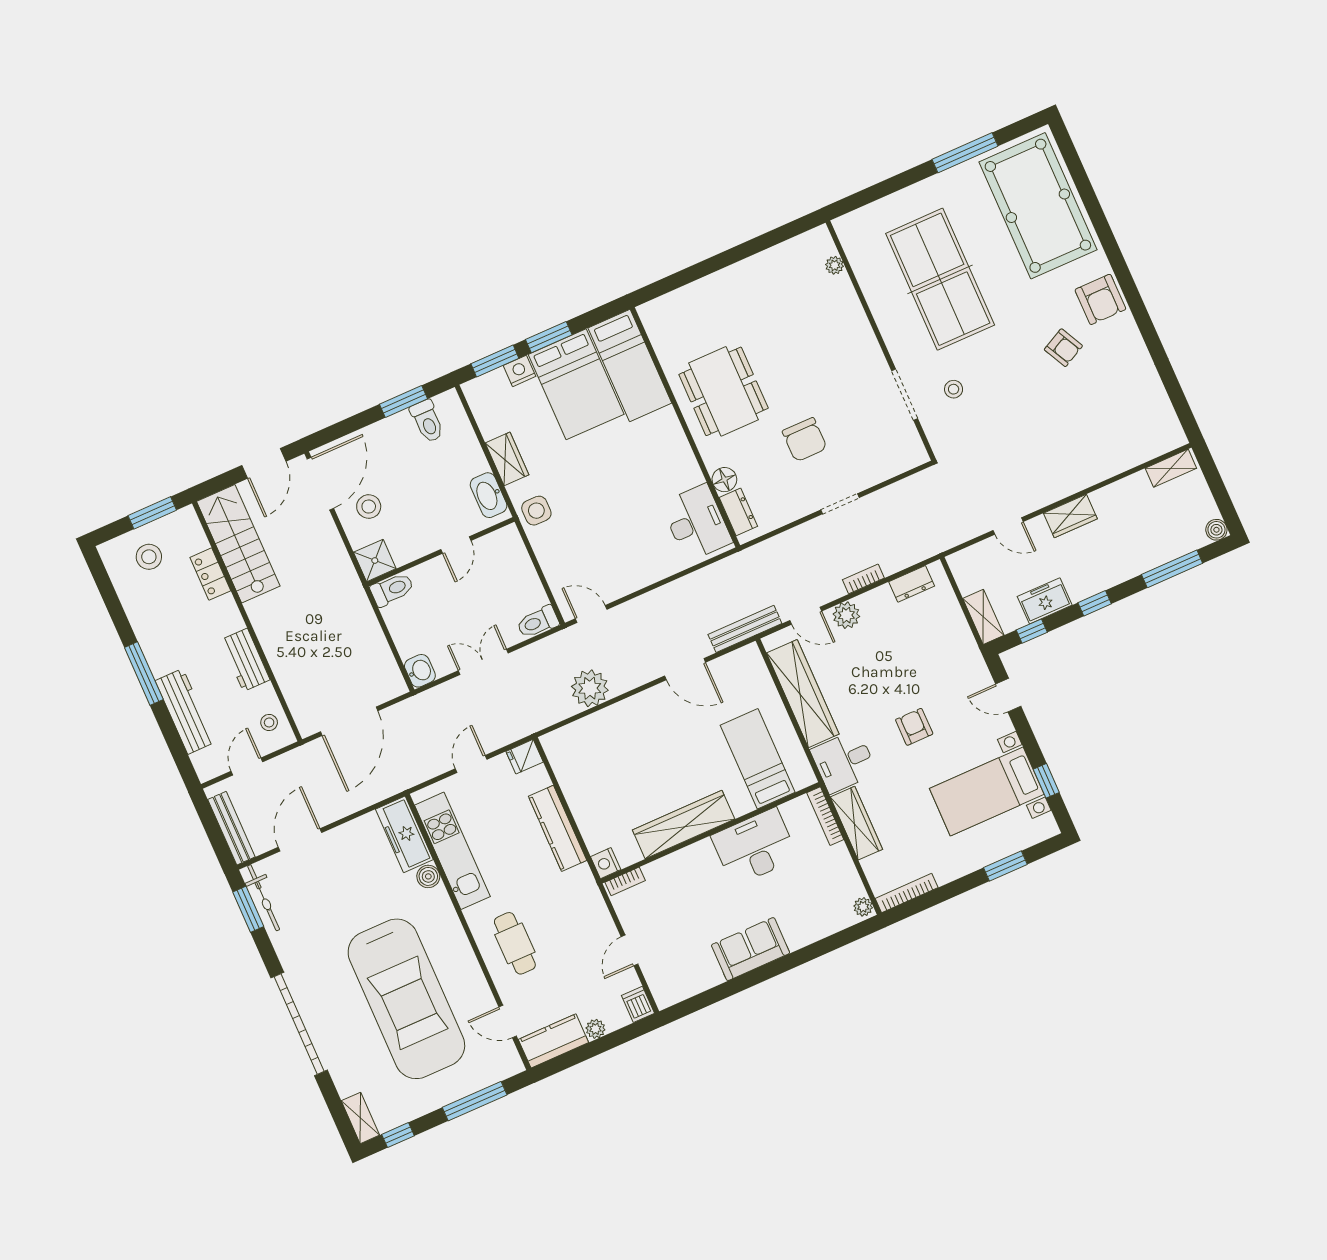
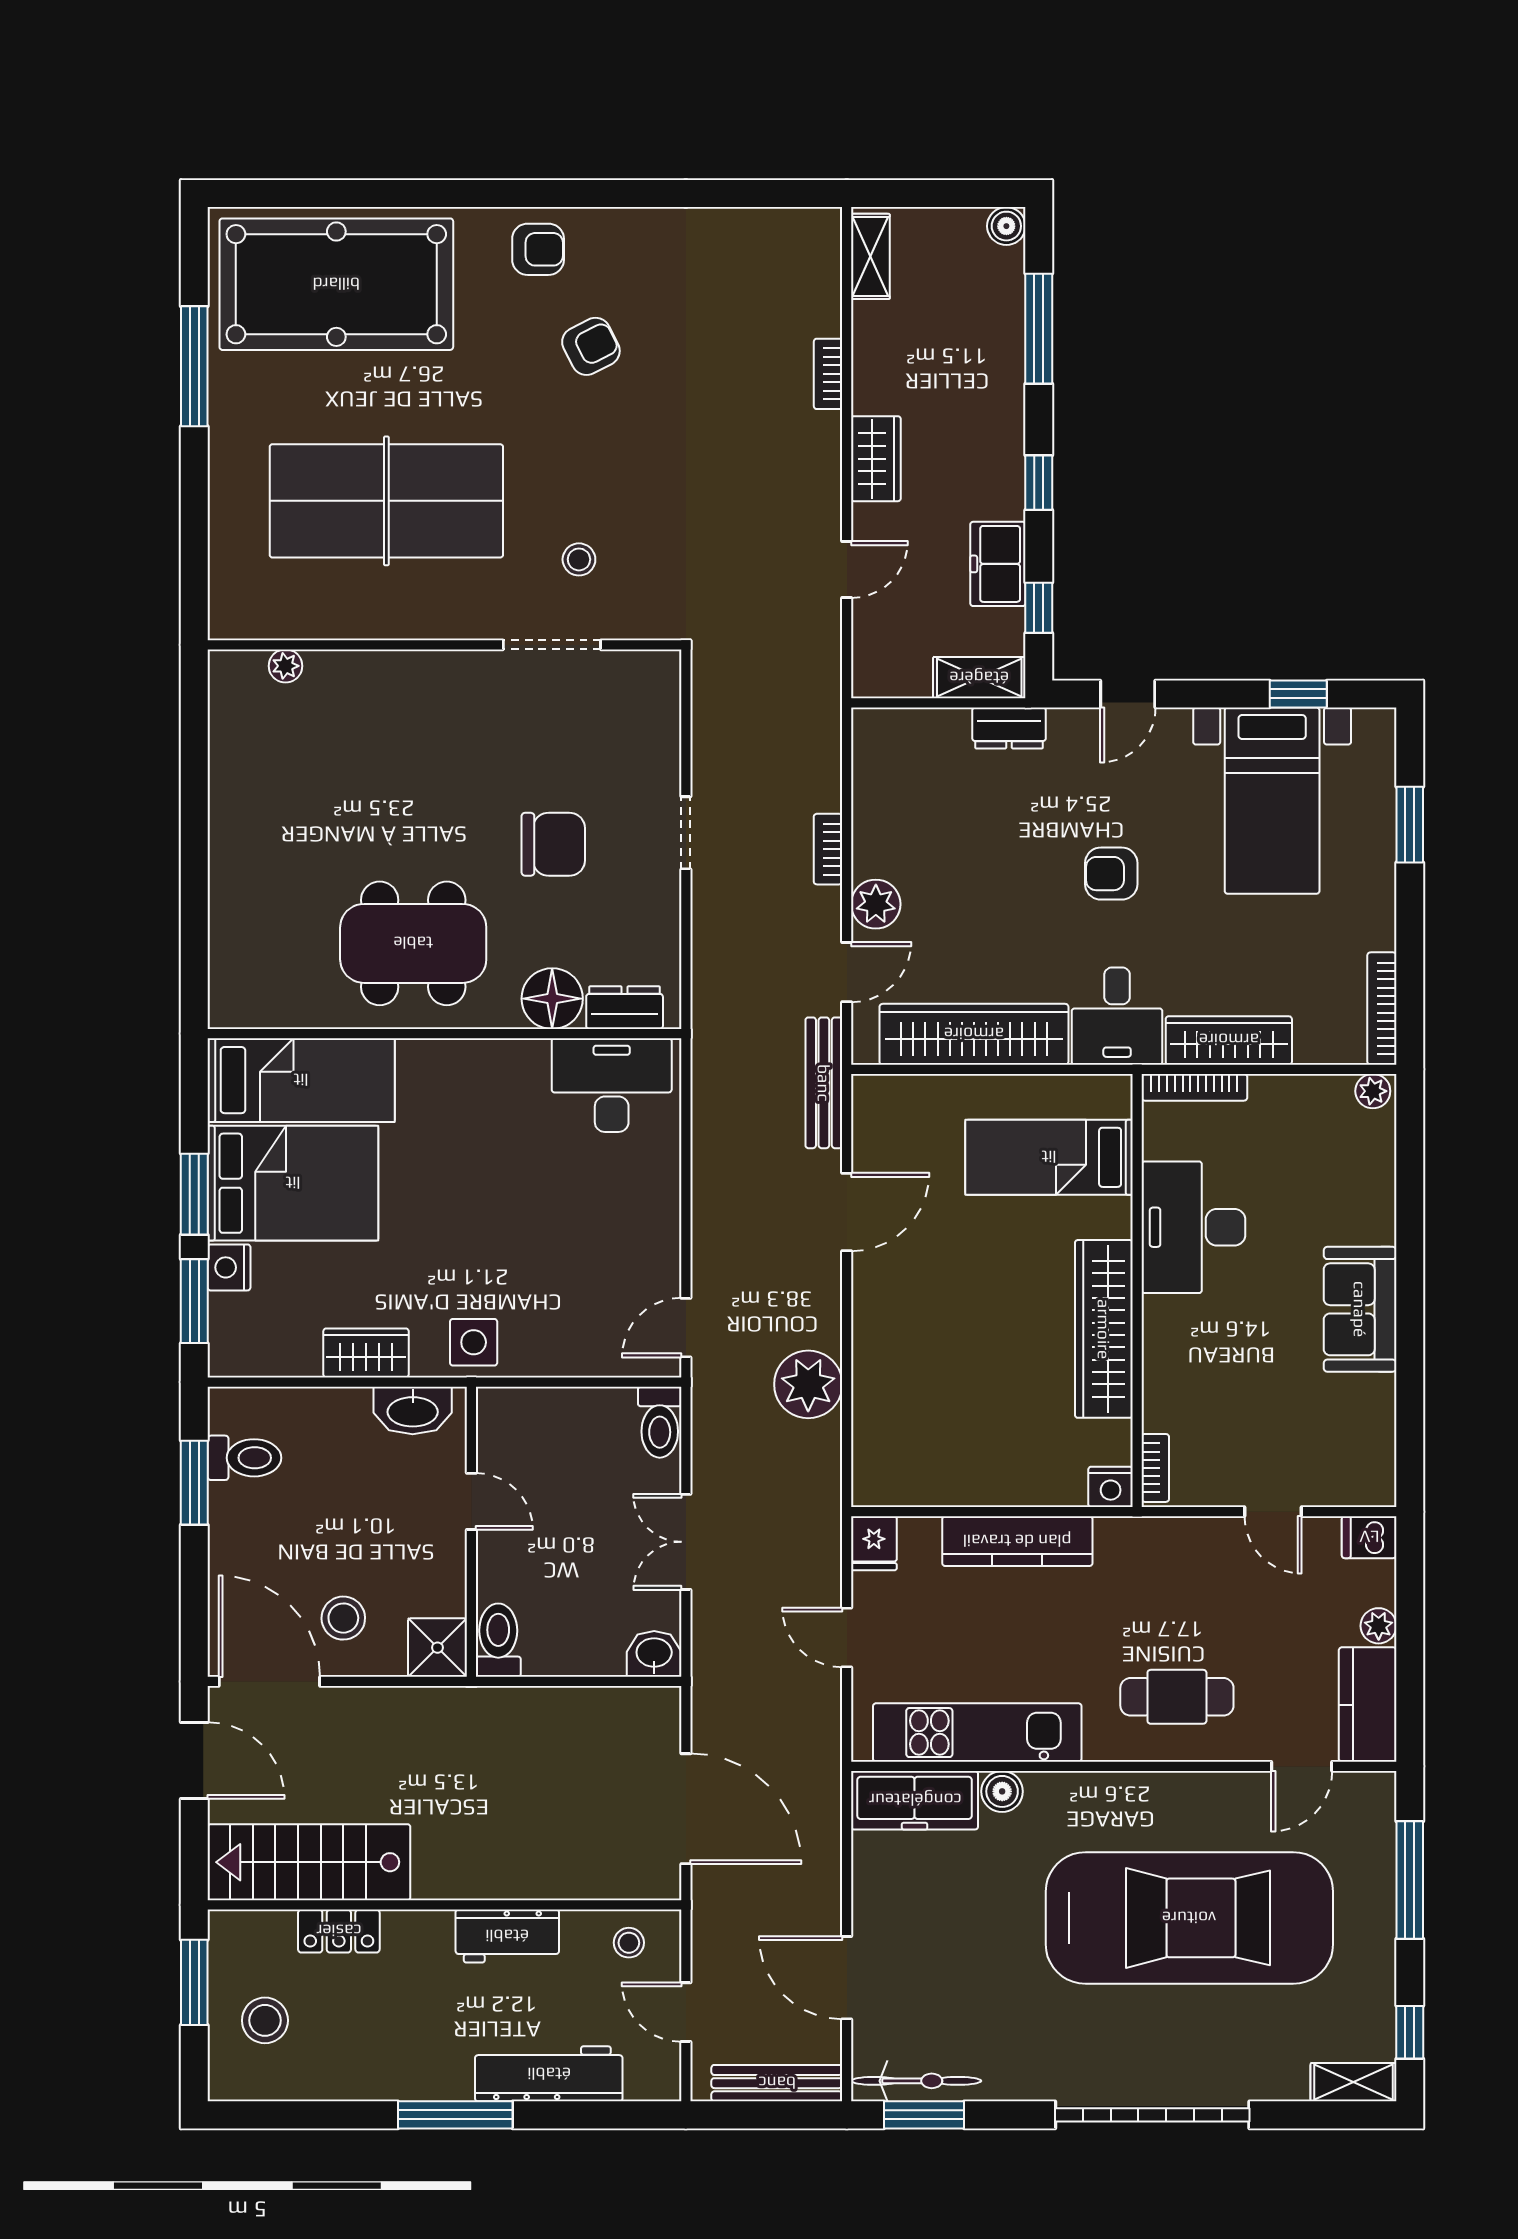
armchair: (1100, 299) -> (538, 249), width x0.72, depth x0.72
bookcase: (1102, 473) -> (828, 374), added
floor lamp: (724, 480) -> (552, 999), width x1.38, depth x1.38
dresser: (912, 584) -> (1009, 728), moved, turned 90

